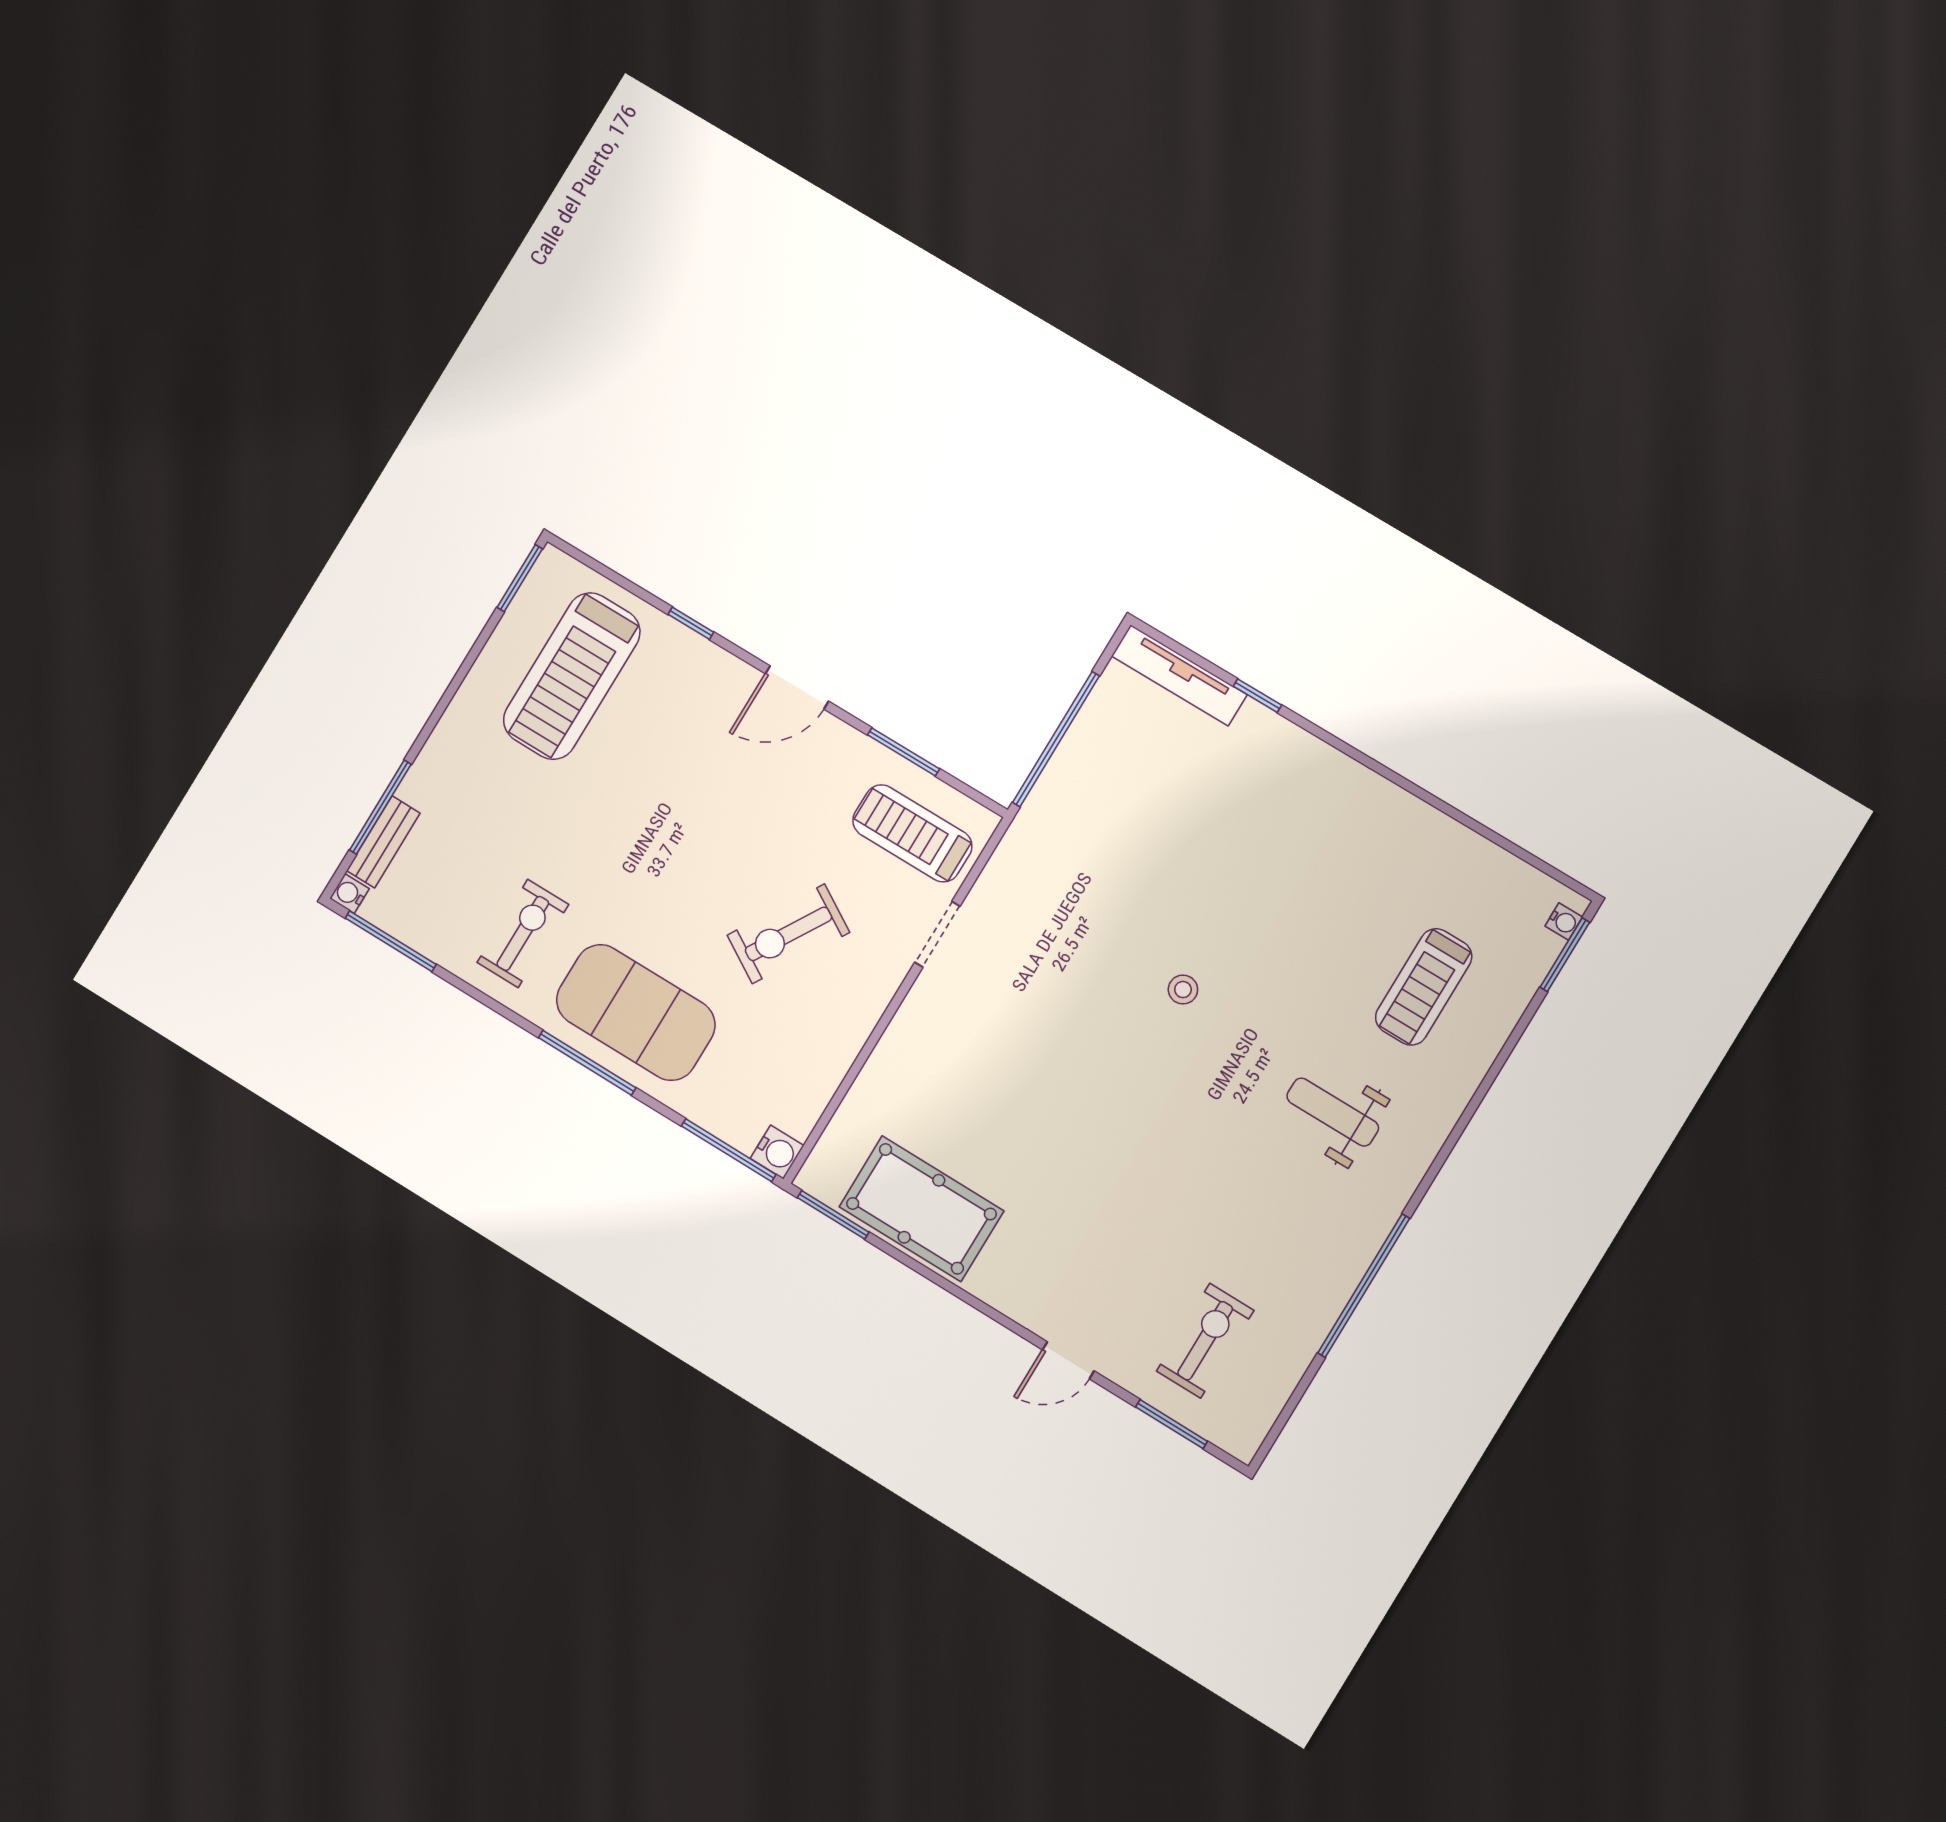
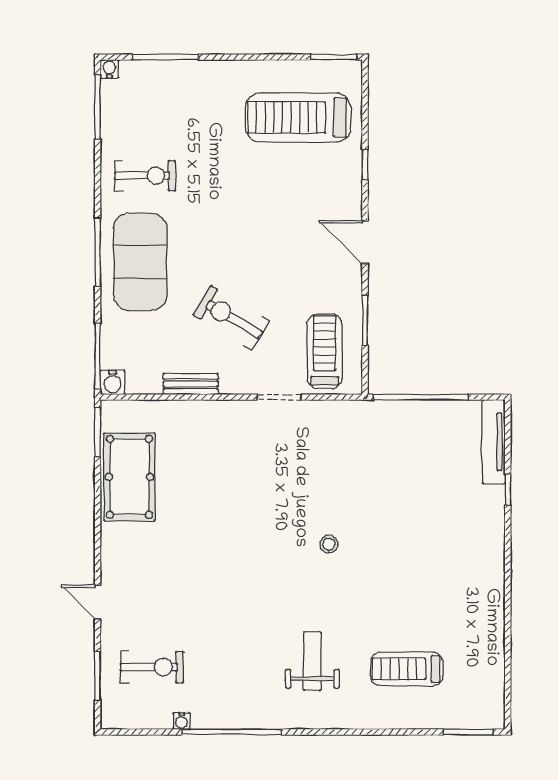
bench: (383, 842) -> (191, 384), moved
water cooler: (1564, 922) -> (181, 721), moved

